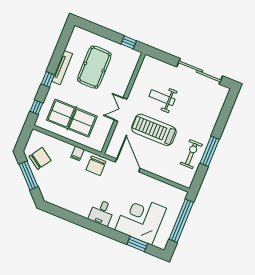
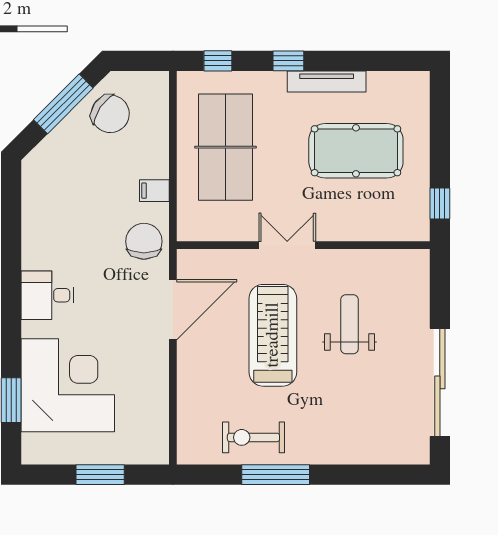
exercise bike: (191, 154) -> (253, 437), turned 180
chair: (96, 166) -> (144, 241), turned 90
window: (181, 221) -> (100, 475), width x0.47

